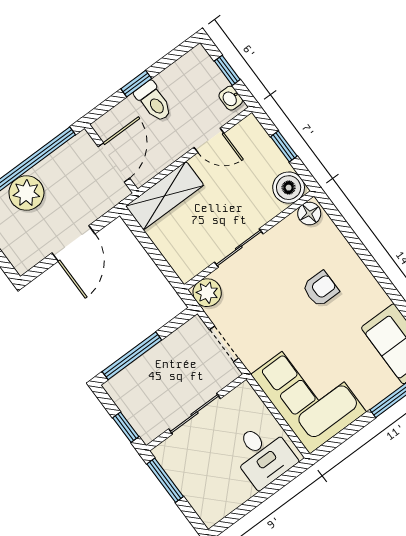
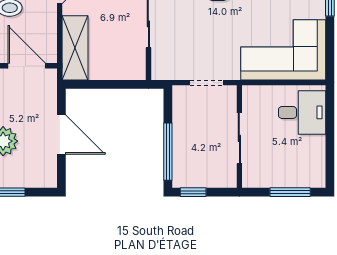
plant: (207, 293) -> (163, 68), removed
window: (126, 427) -> (193, 192), moved
window: (165, 480) -> (290, 192), moved

